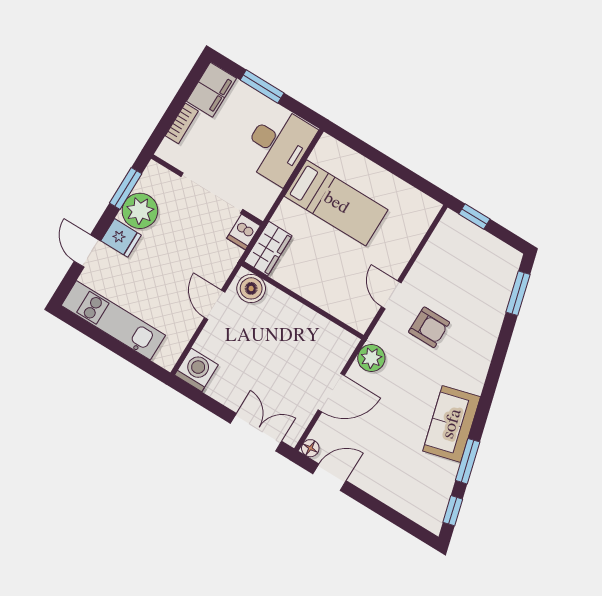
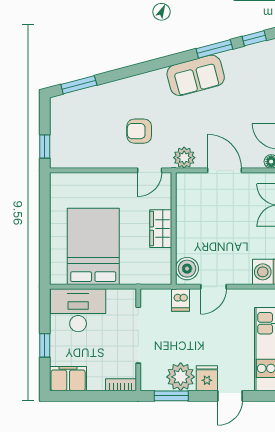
window: (262, 86) -> (45, 345), width x0.67
bookcase: (182, 123) -> (121, 385), moved
bed: (336, 203) -> (93, 246), width x1.50
dishwasher: (244, 232) -> (180, 300), moved, turned 90
wardrobe: (268, 249) -> (161, 229), moved, turned -90
door: (391, 295) -> (150, 170), moved
armchair: (429, 327) -> (139, 131), turned -90

